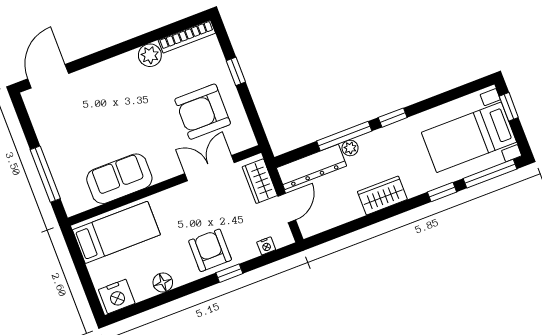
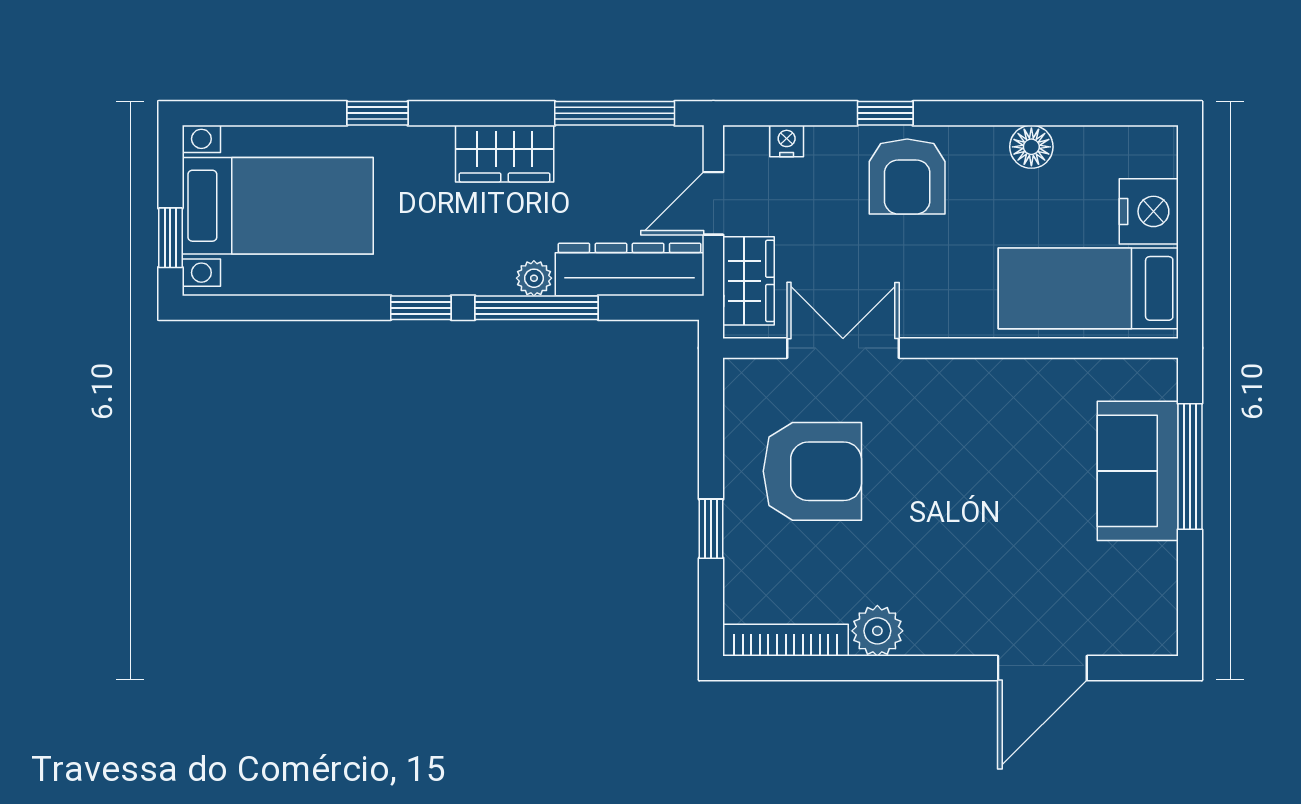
door: (48, 76) -> (1042, 668), moved
double door: (209, 168) -> (843, 348), swing flipped
window: (490, 174) -> (615, 113), moved
sofa: (119, 179) -> (1138, 471), moved, turned 90
nightstand: (117, 296) -> (1149, 211), moved, turned 90

